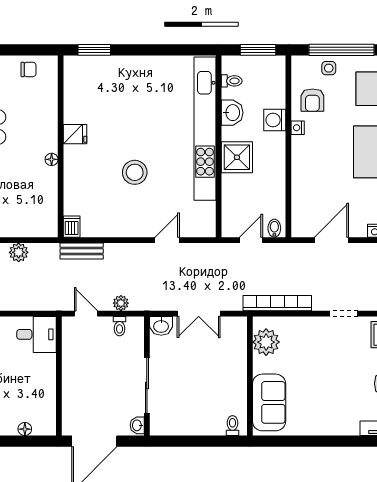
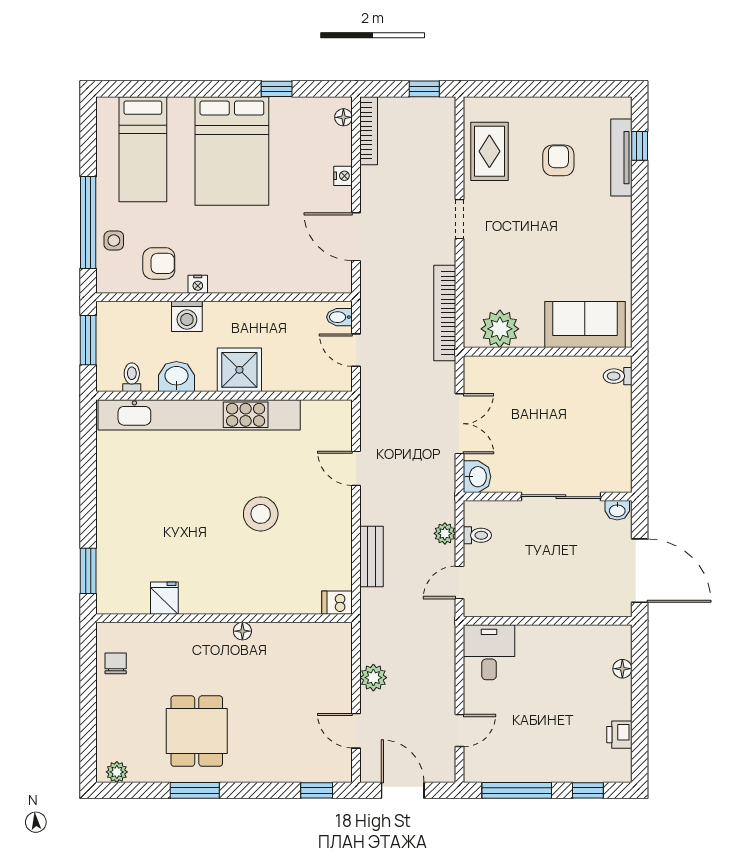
fridge: (75, 134) -> (164, 598), moved
bench: (82, 251) -> (372, 556), moved

